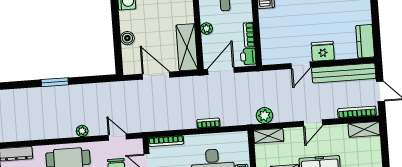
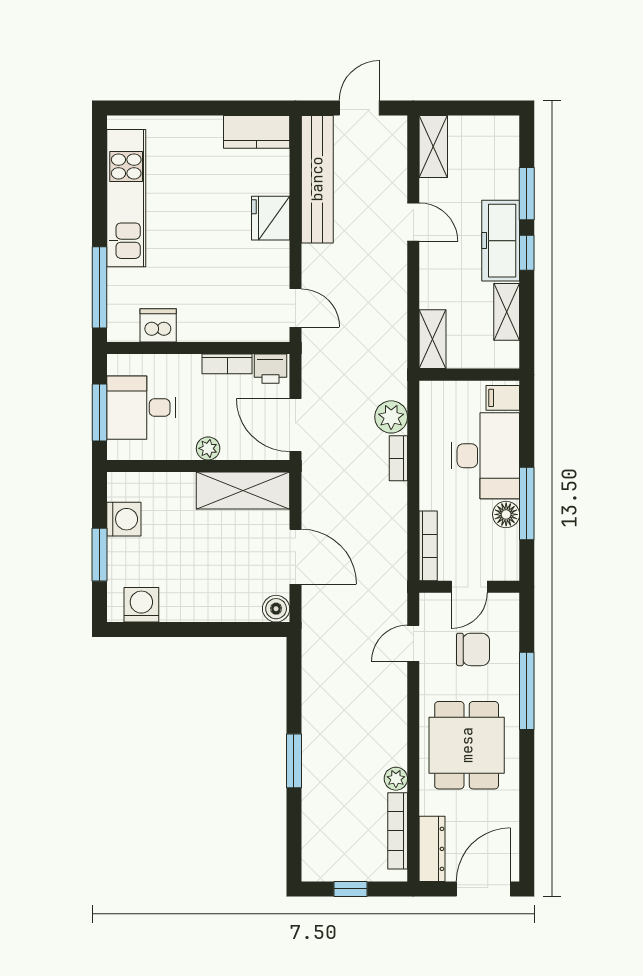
boiler: (127, 38) -> (276, 609), moved
door: (301, 65) -> (295, 308), moved
door: (156, 76) -> (295, 557), swing flipped
bookcase: (357, 112) -> (398, 831), moved
plant: (264, 116) -> (391, 417), moved
door: (313, 123) -> (413, 222), moved
plant: (82, 131) -> (396, 779), moved

